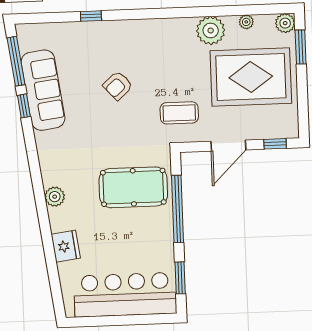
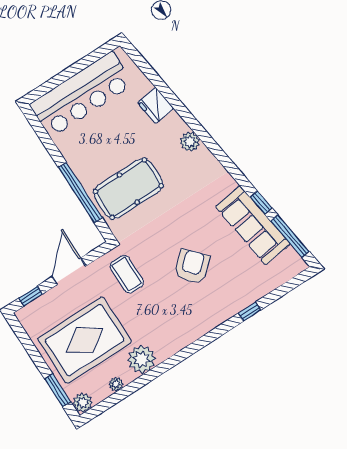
armchair: (118, 86) -> (192, 267), width x1.38, depth x1.38
coffee table: (179, 113) -> (127, 274), turned 90
window: (180, 278) -> (44, 136), removed

